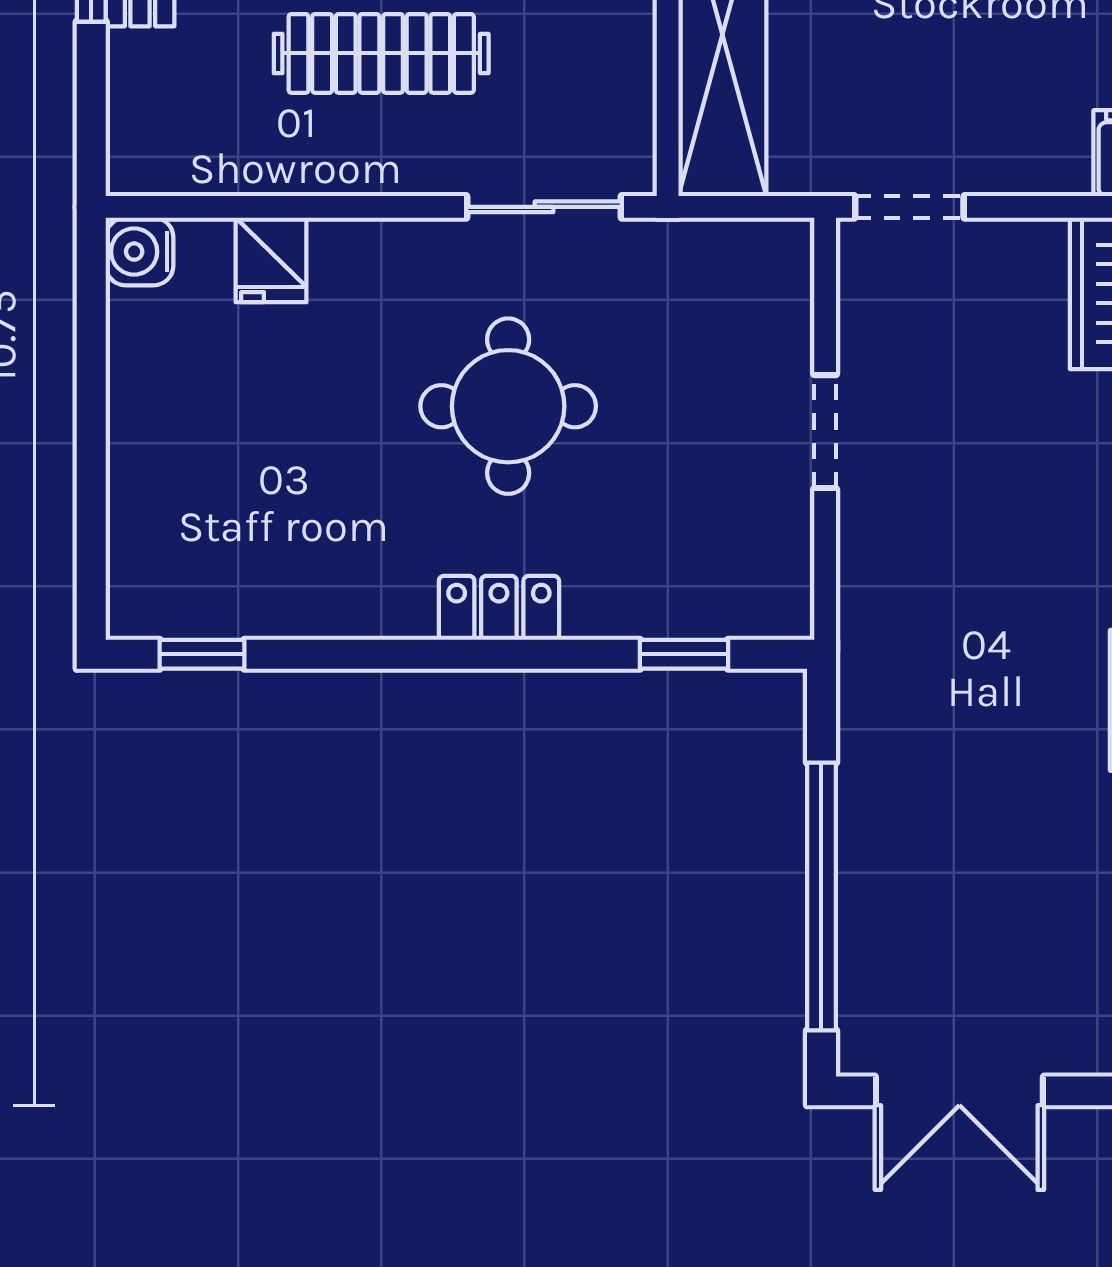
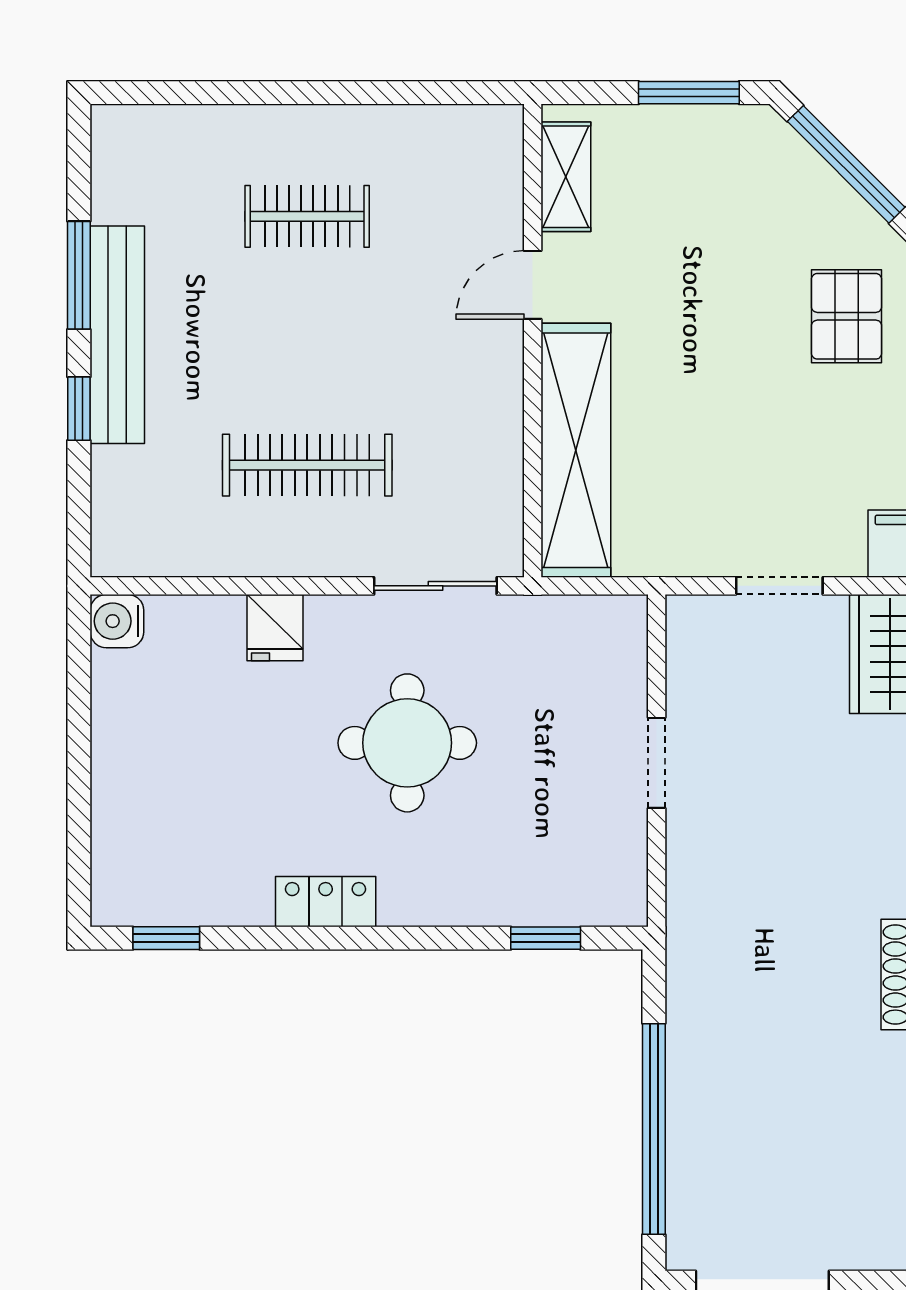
doorway: (909, 207) -> (779, 586), moved
fridge: (271, 260) -> (275, 628), moved
locker: (499, 608) -> (326, 902), moved

